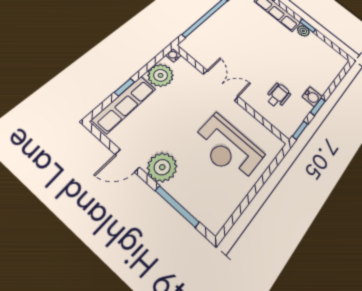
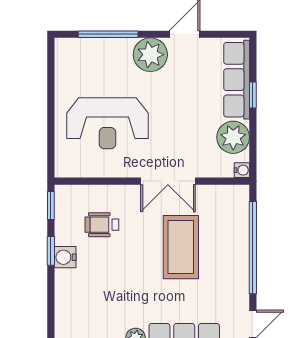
coffee table: (244, 49) -> (181, 247), added
wheelchair: (278, 95) -> (102, 225), turned 90
reception desk: (228, 148) -> (107, 123), turned 180

